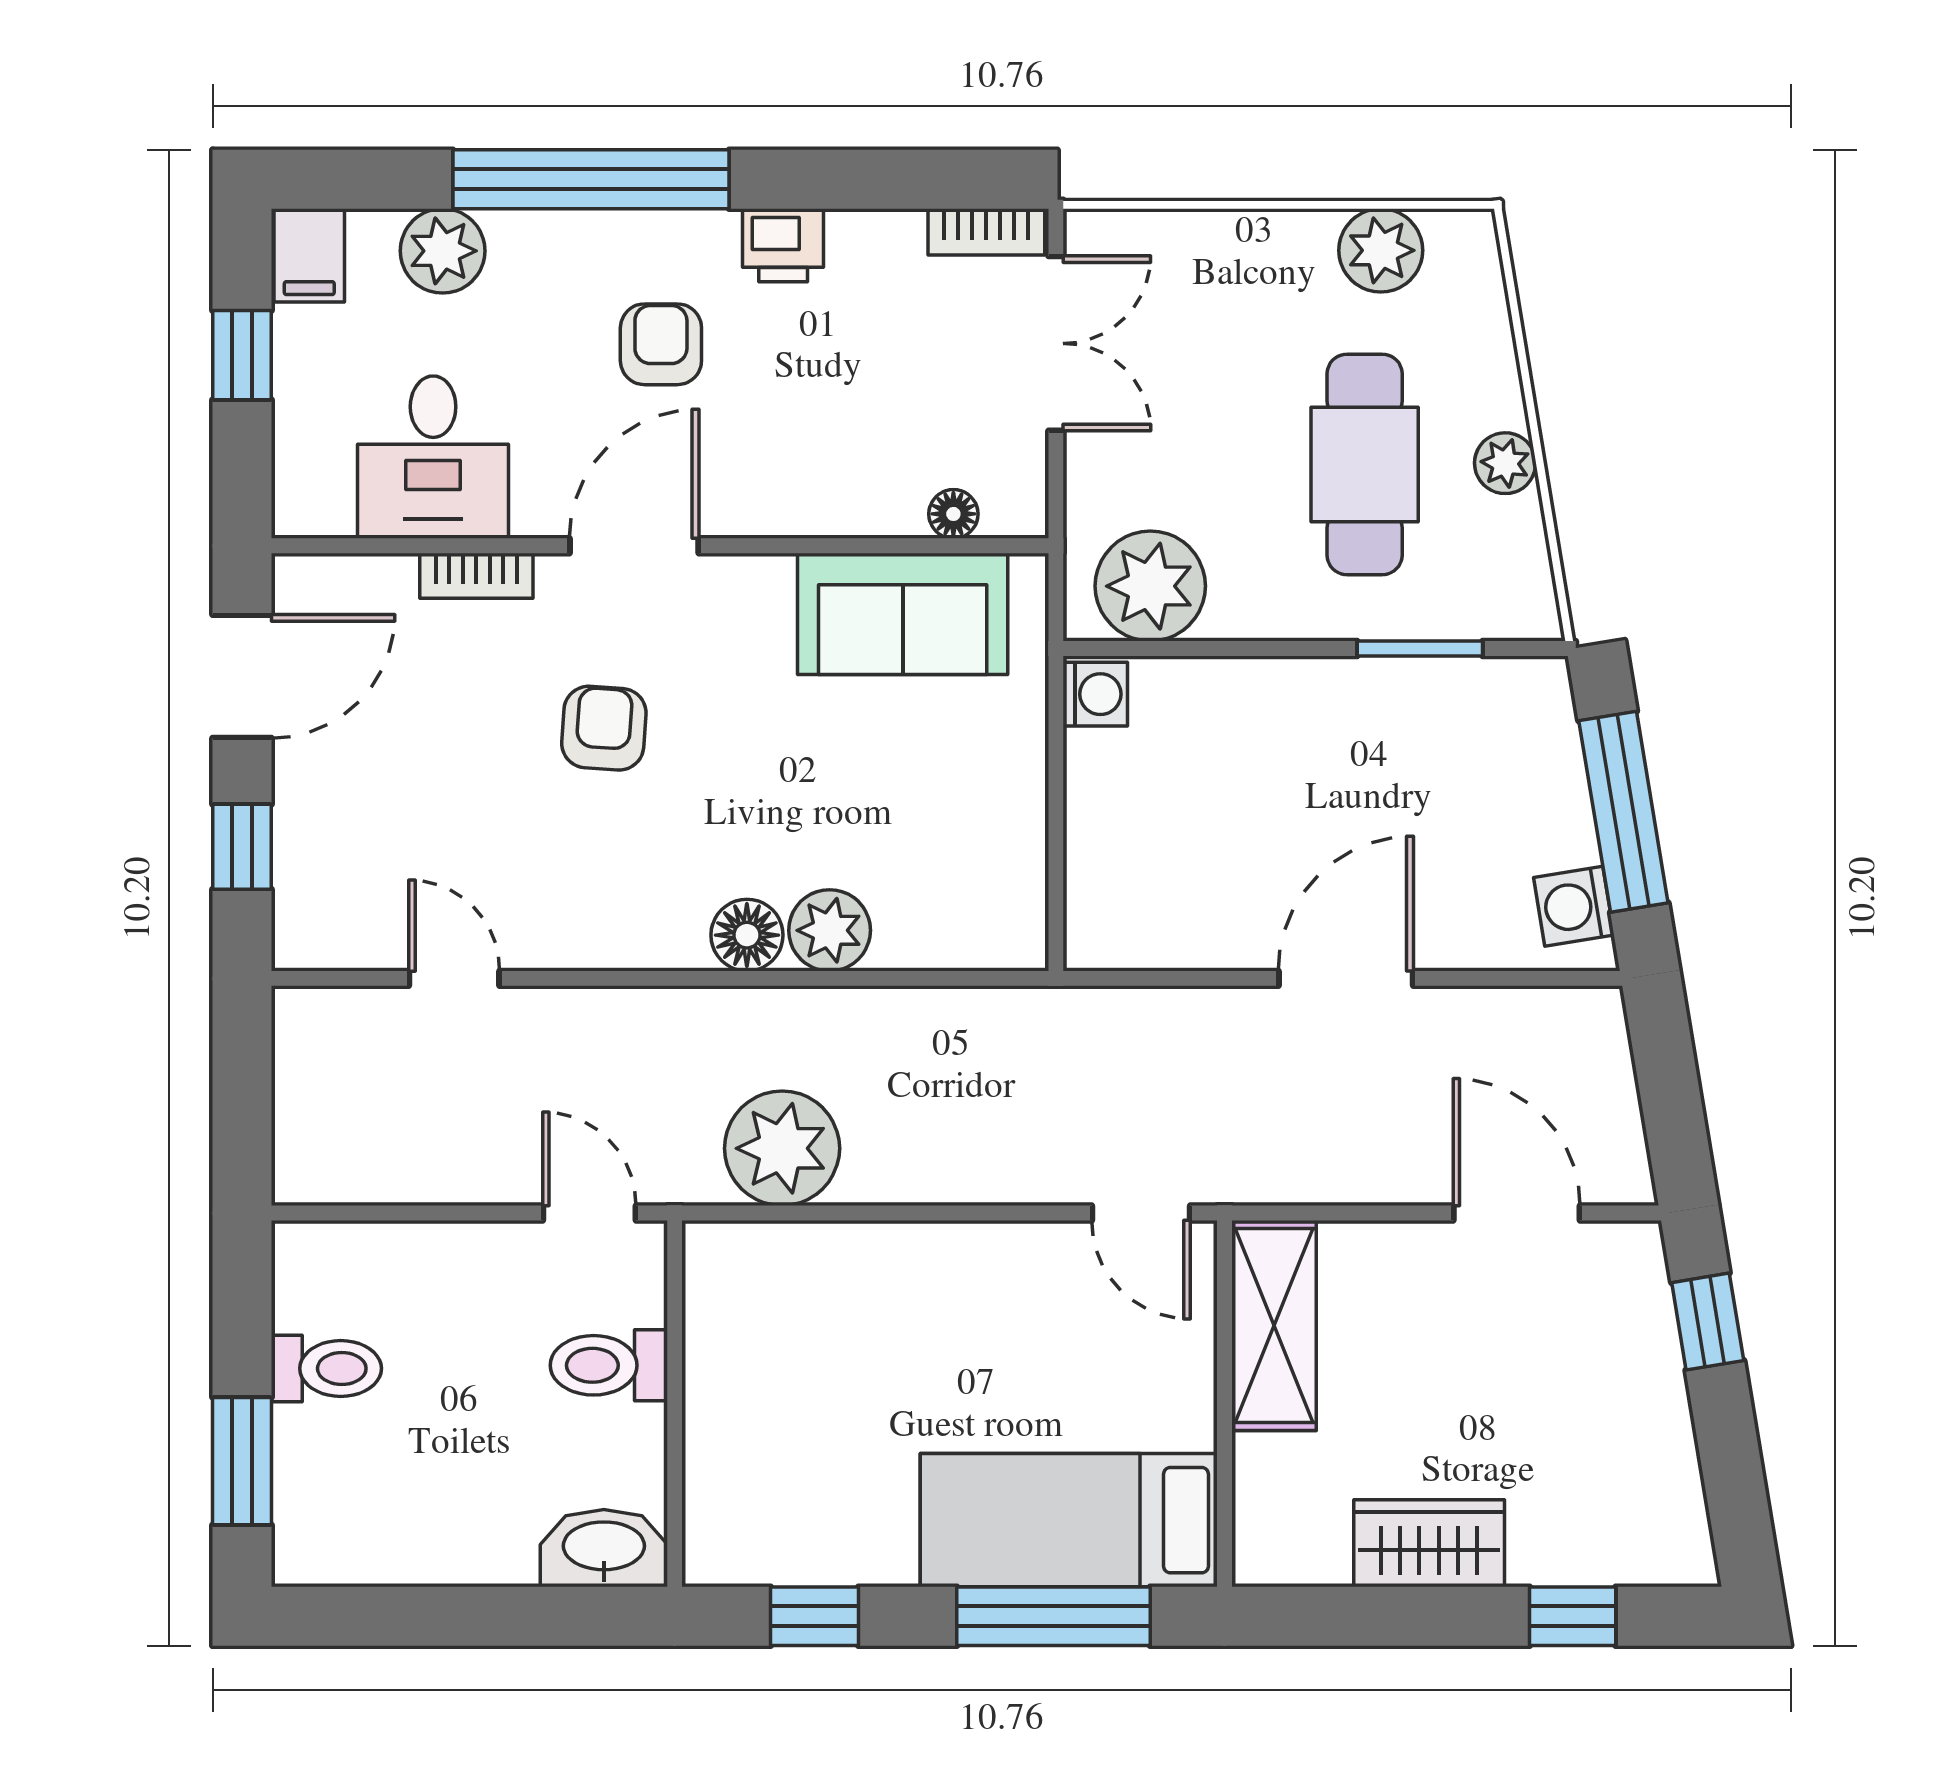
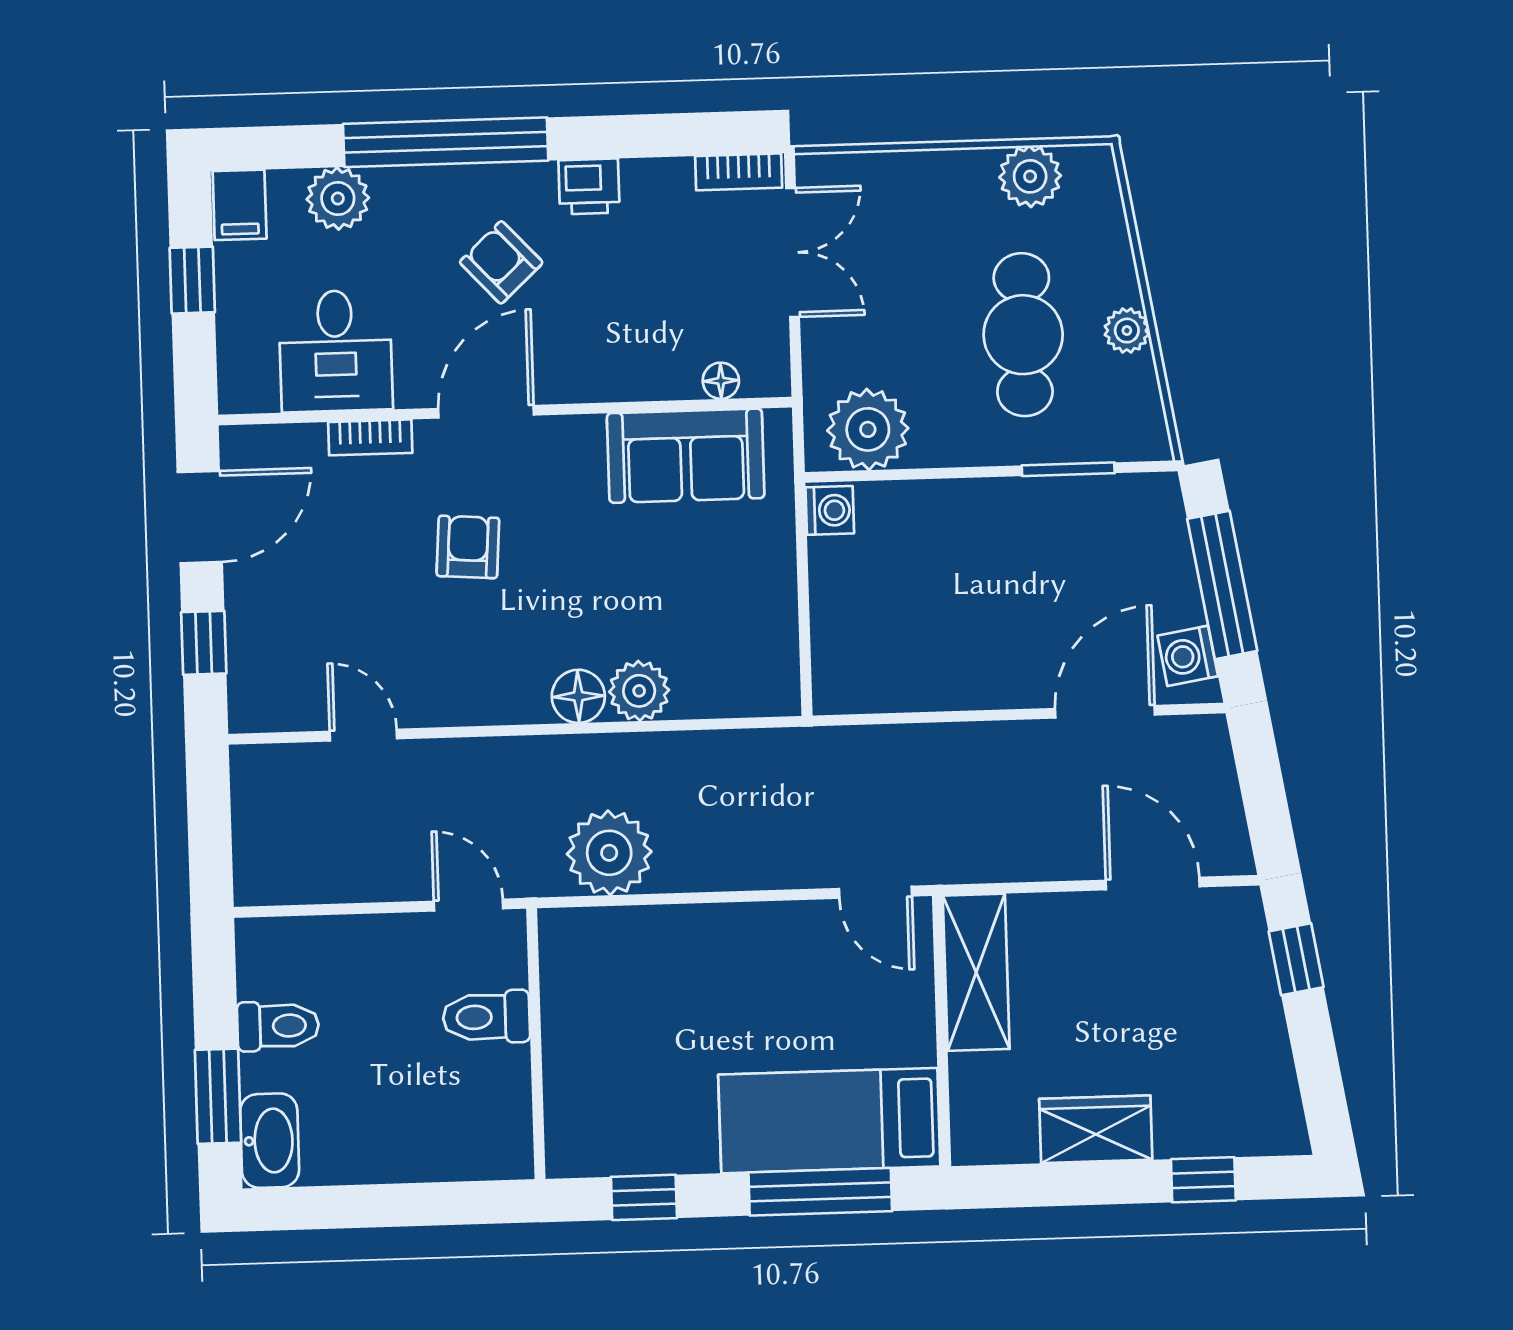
armchair: (661, 344) -> (501, 262), turned -43
door: (1346, 978) -> (1105, 712), moved
washbasin: (604, 1548) -> (270, 1141), moved, turned 90

